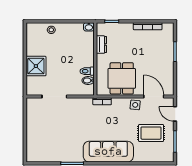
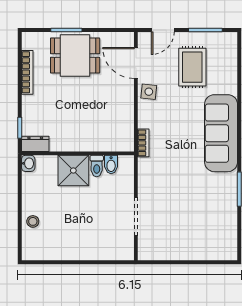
dresser: (101, 45) -> (35, 144), moved
shower: (36, 66) -> (73, 171), moved
dining table: (122, 78) -> (75, 56), moved
door: (154, 97) -> (136, 63), hinge flipped

